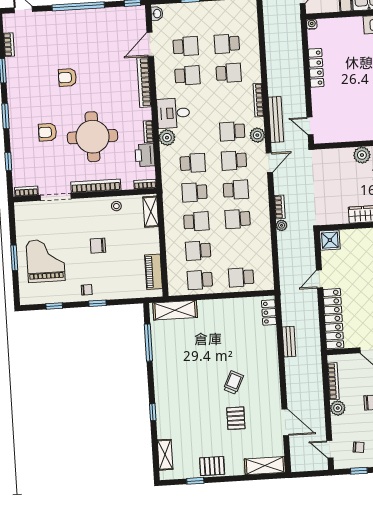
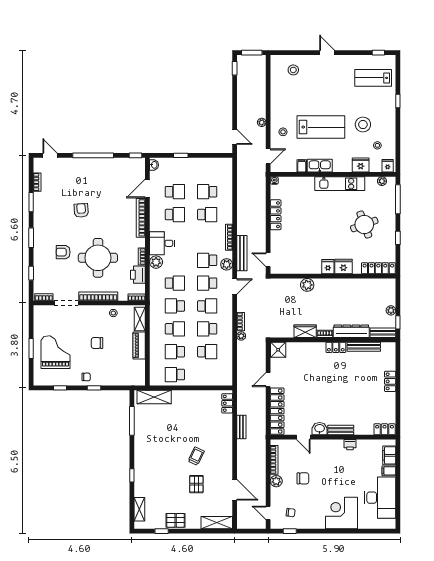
armchair: (67, 77) -> (81, 210), turned 86
piano: (154, 272) -> (139, 345), moved
school desk: (241, 277) -> (207, 352), moved, turned 180

